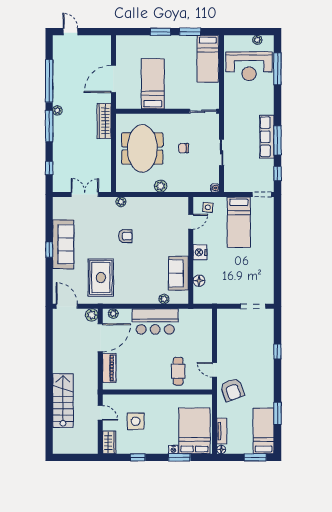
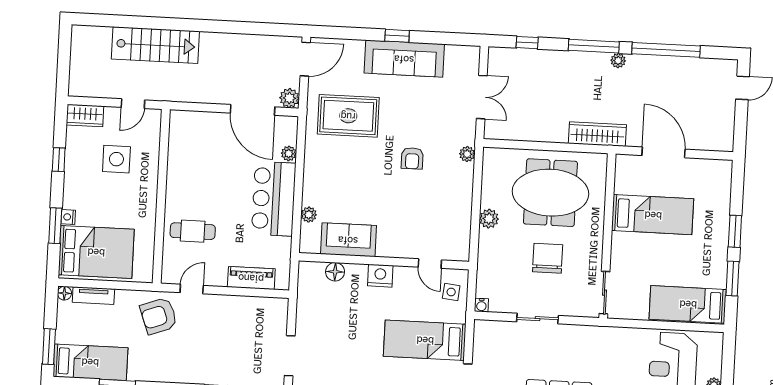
chair: (183, 148) -> (548, 258), width x1.87, depth x1.87
plant: (113, 314) -> (289, 153), moved
piano: (109, 368) -> (251, 278), moved, turned 180

